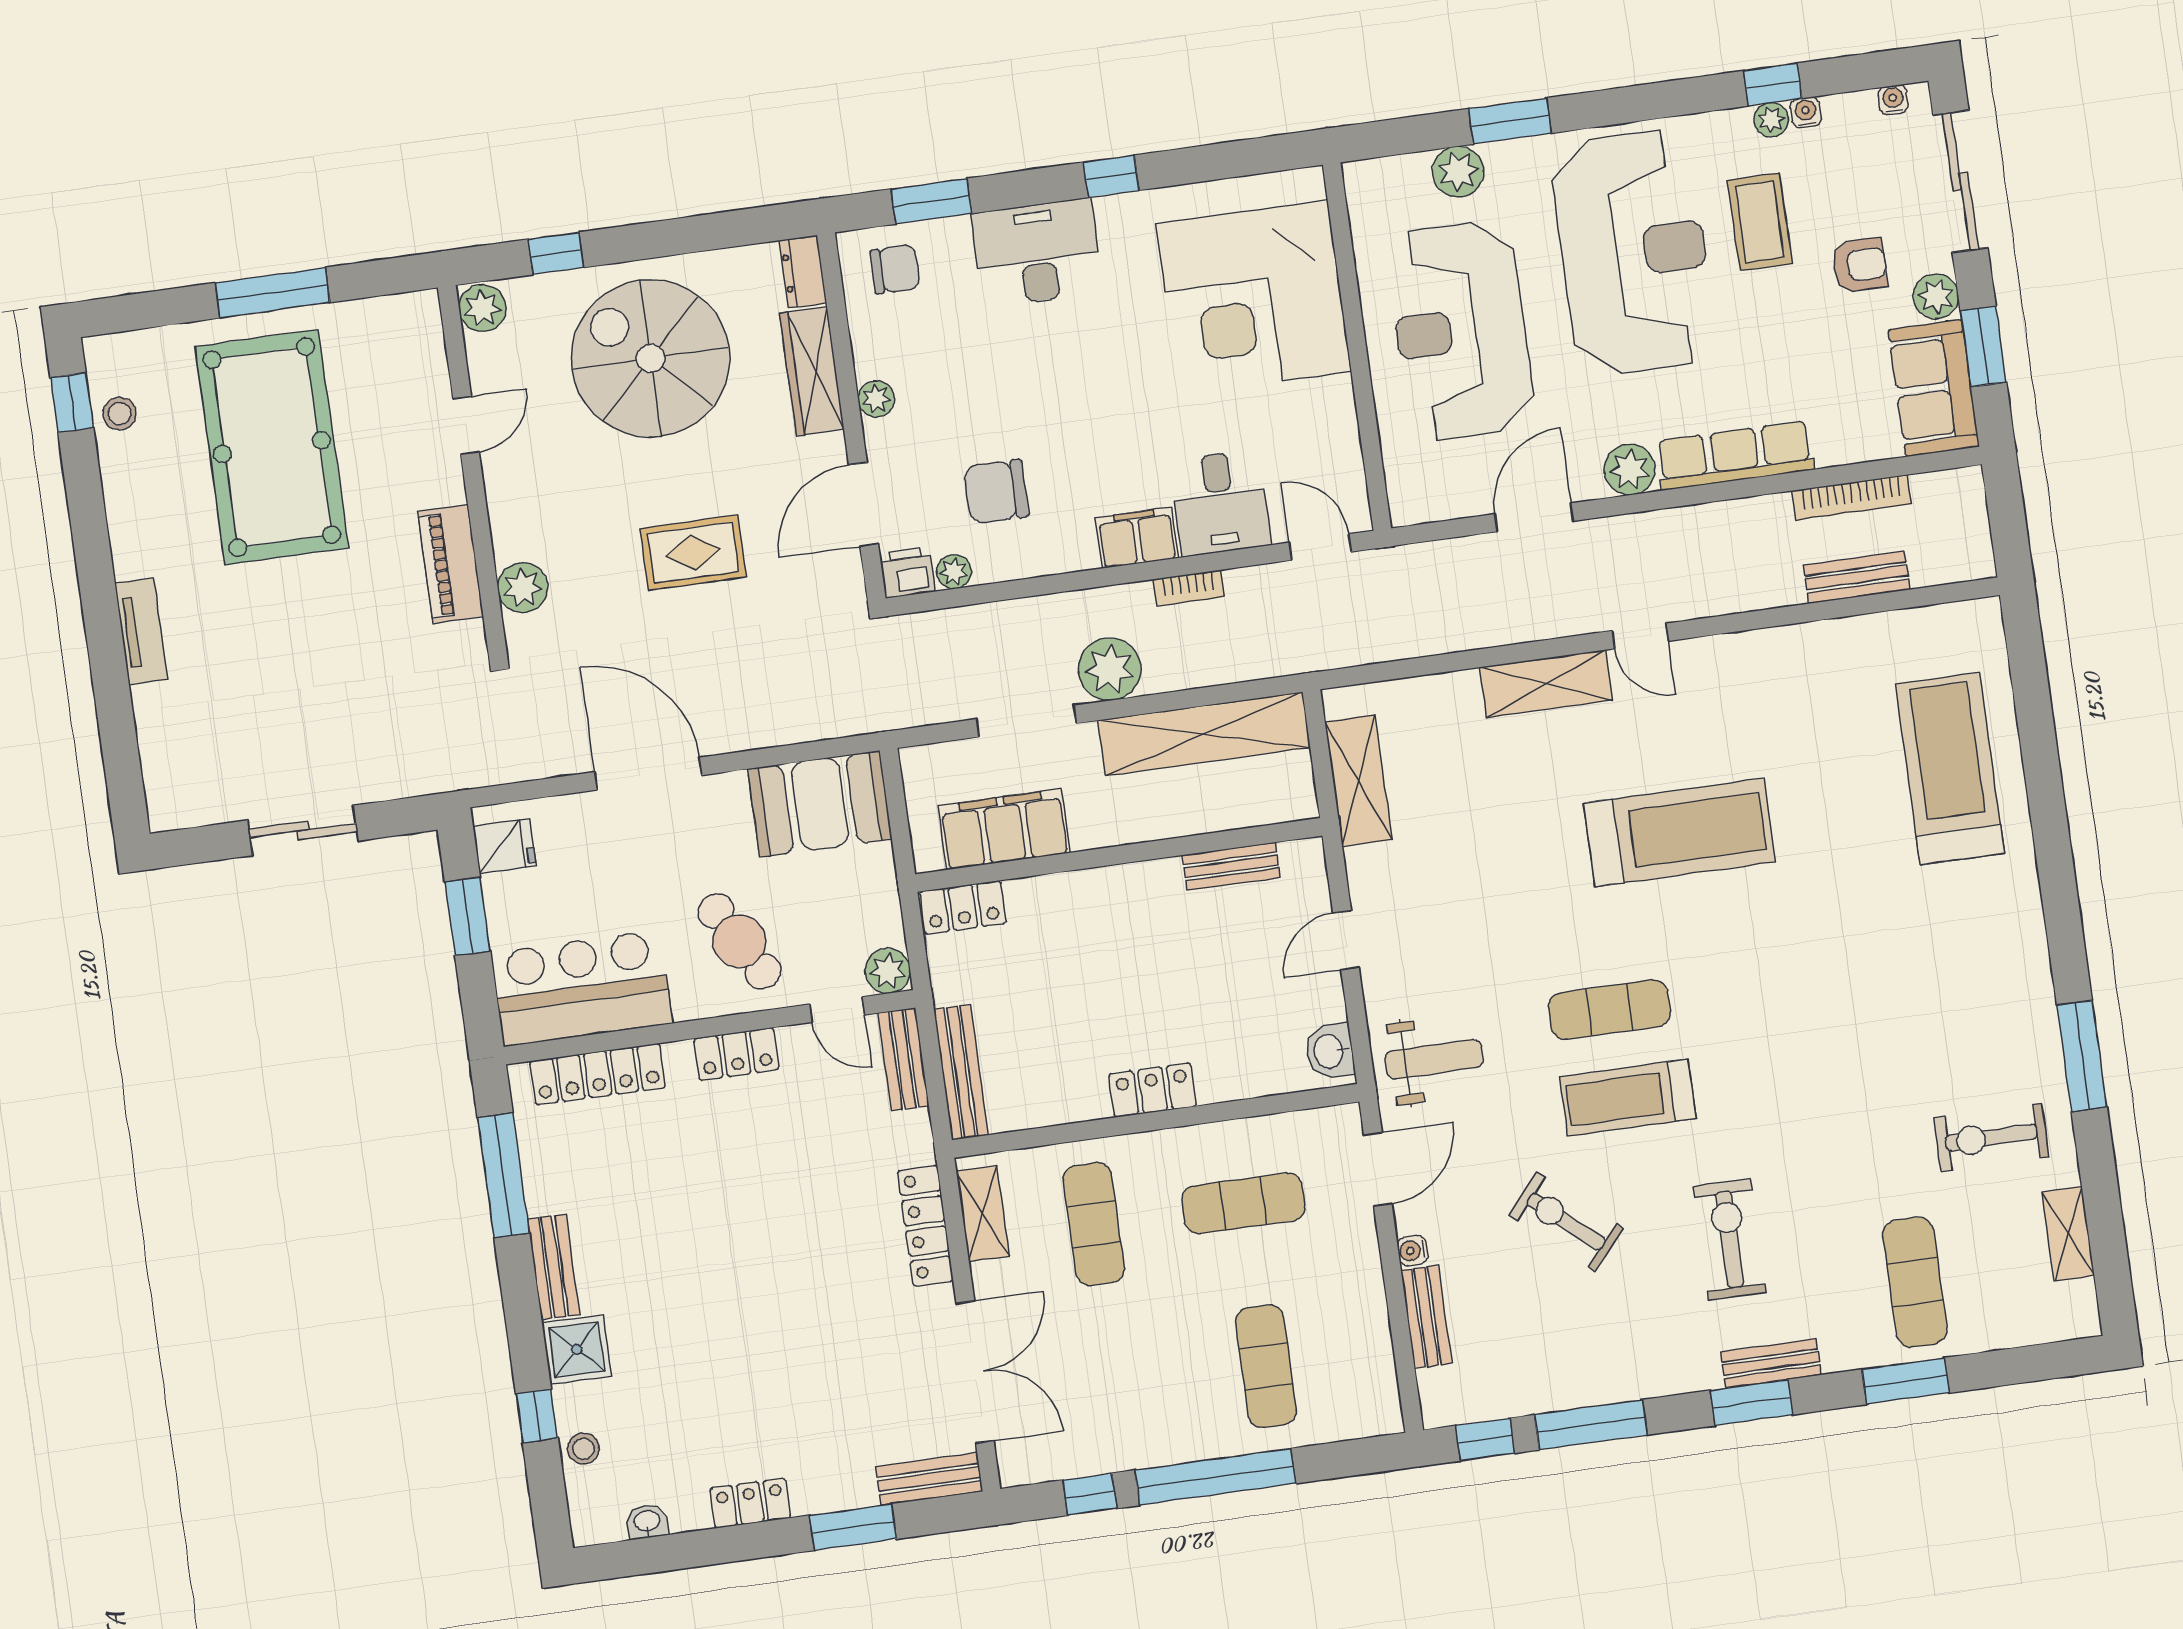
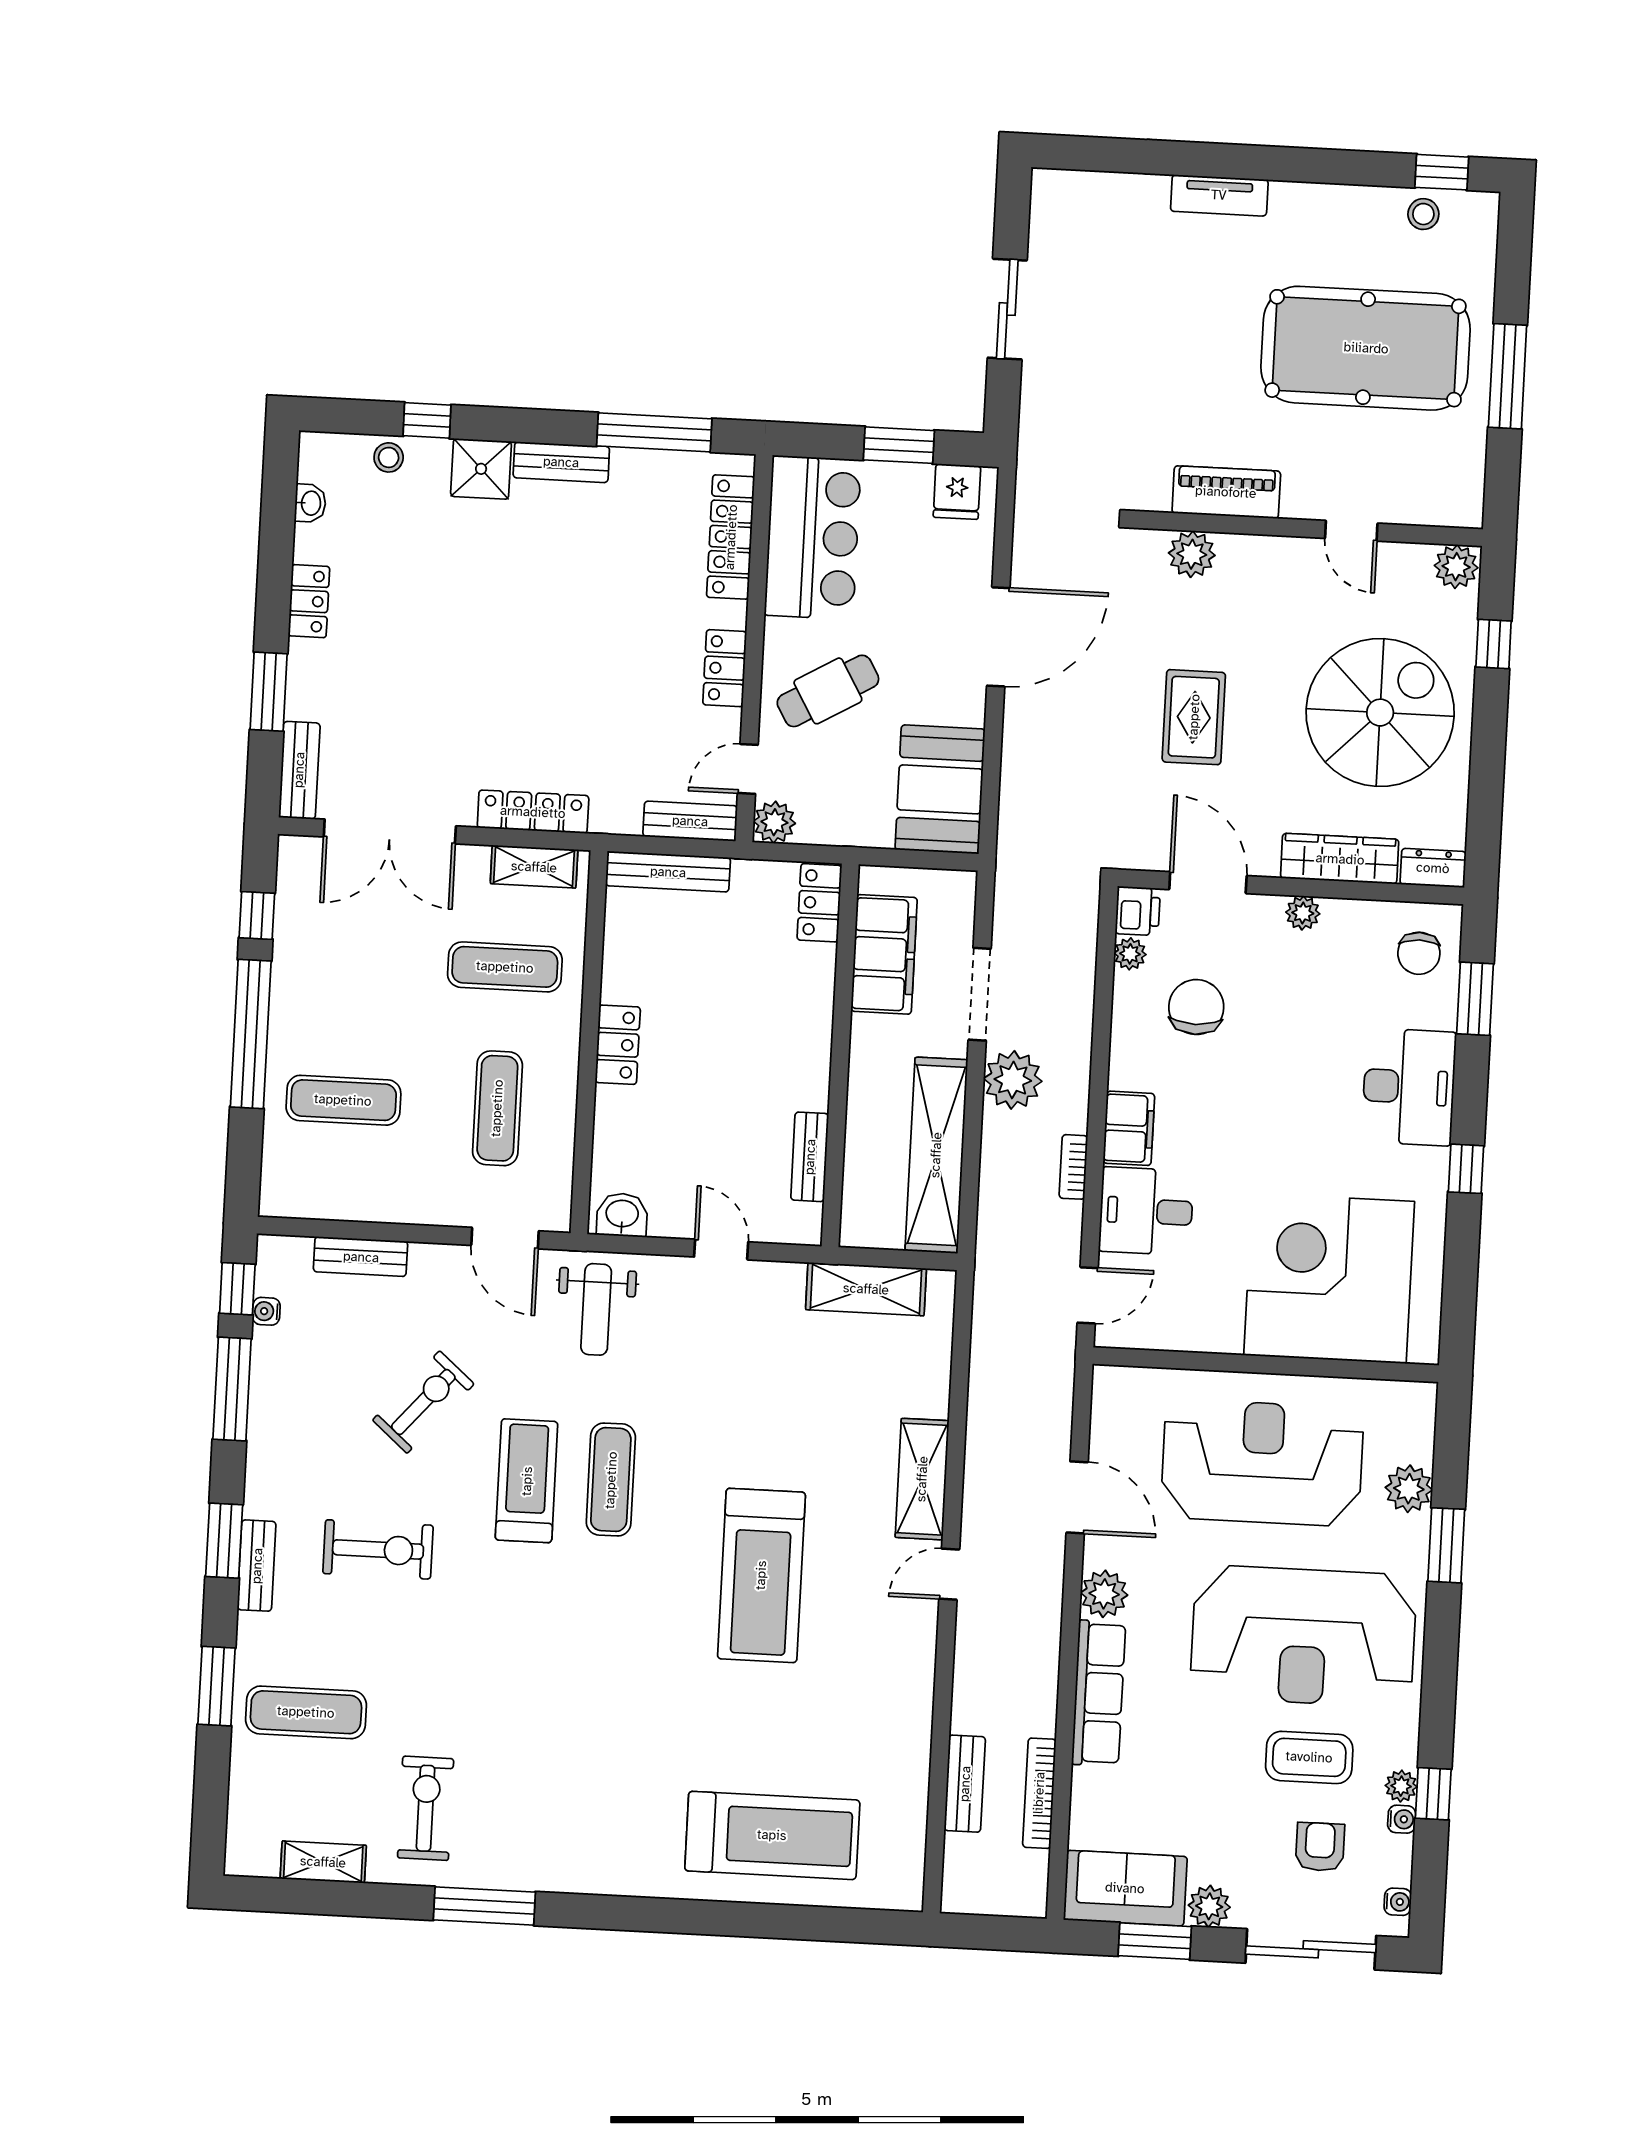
armchair: (1860, 265) -> (1320, 1847), moved, turned 180
water cooler: (1413, 1251) -> (266, 1311), moved, turned -90

